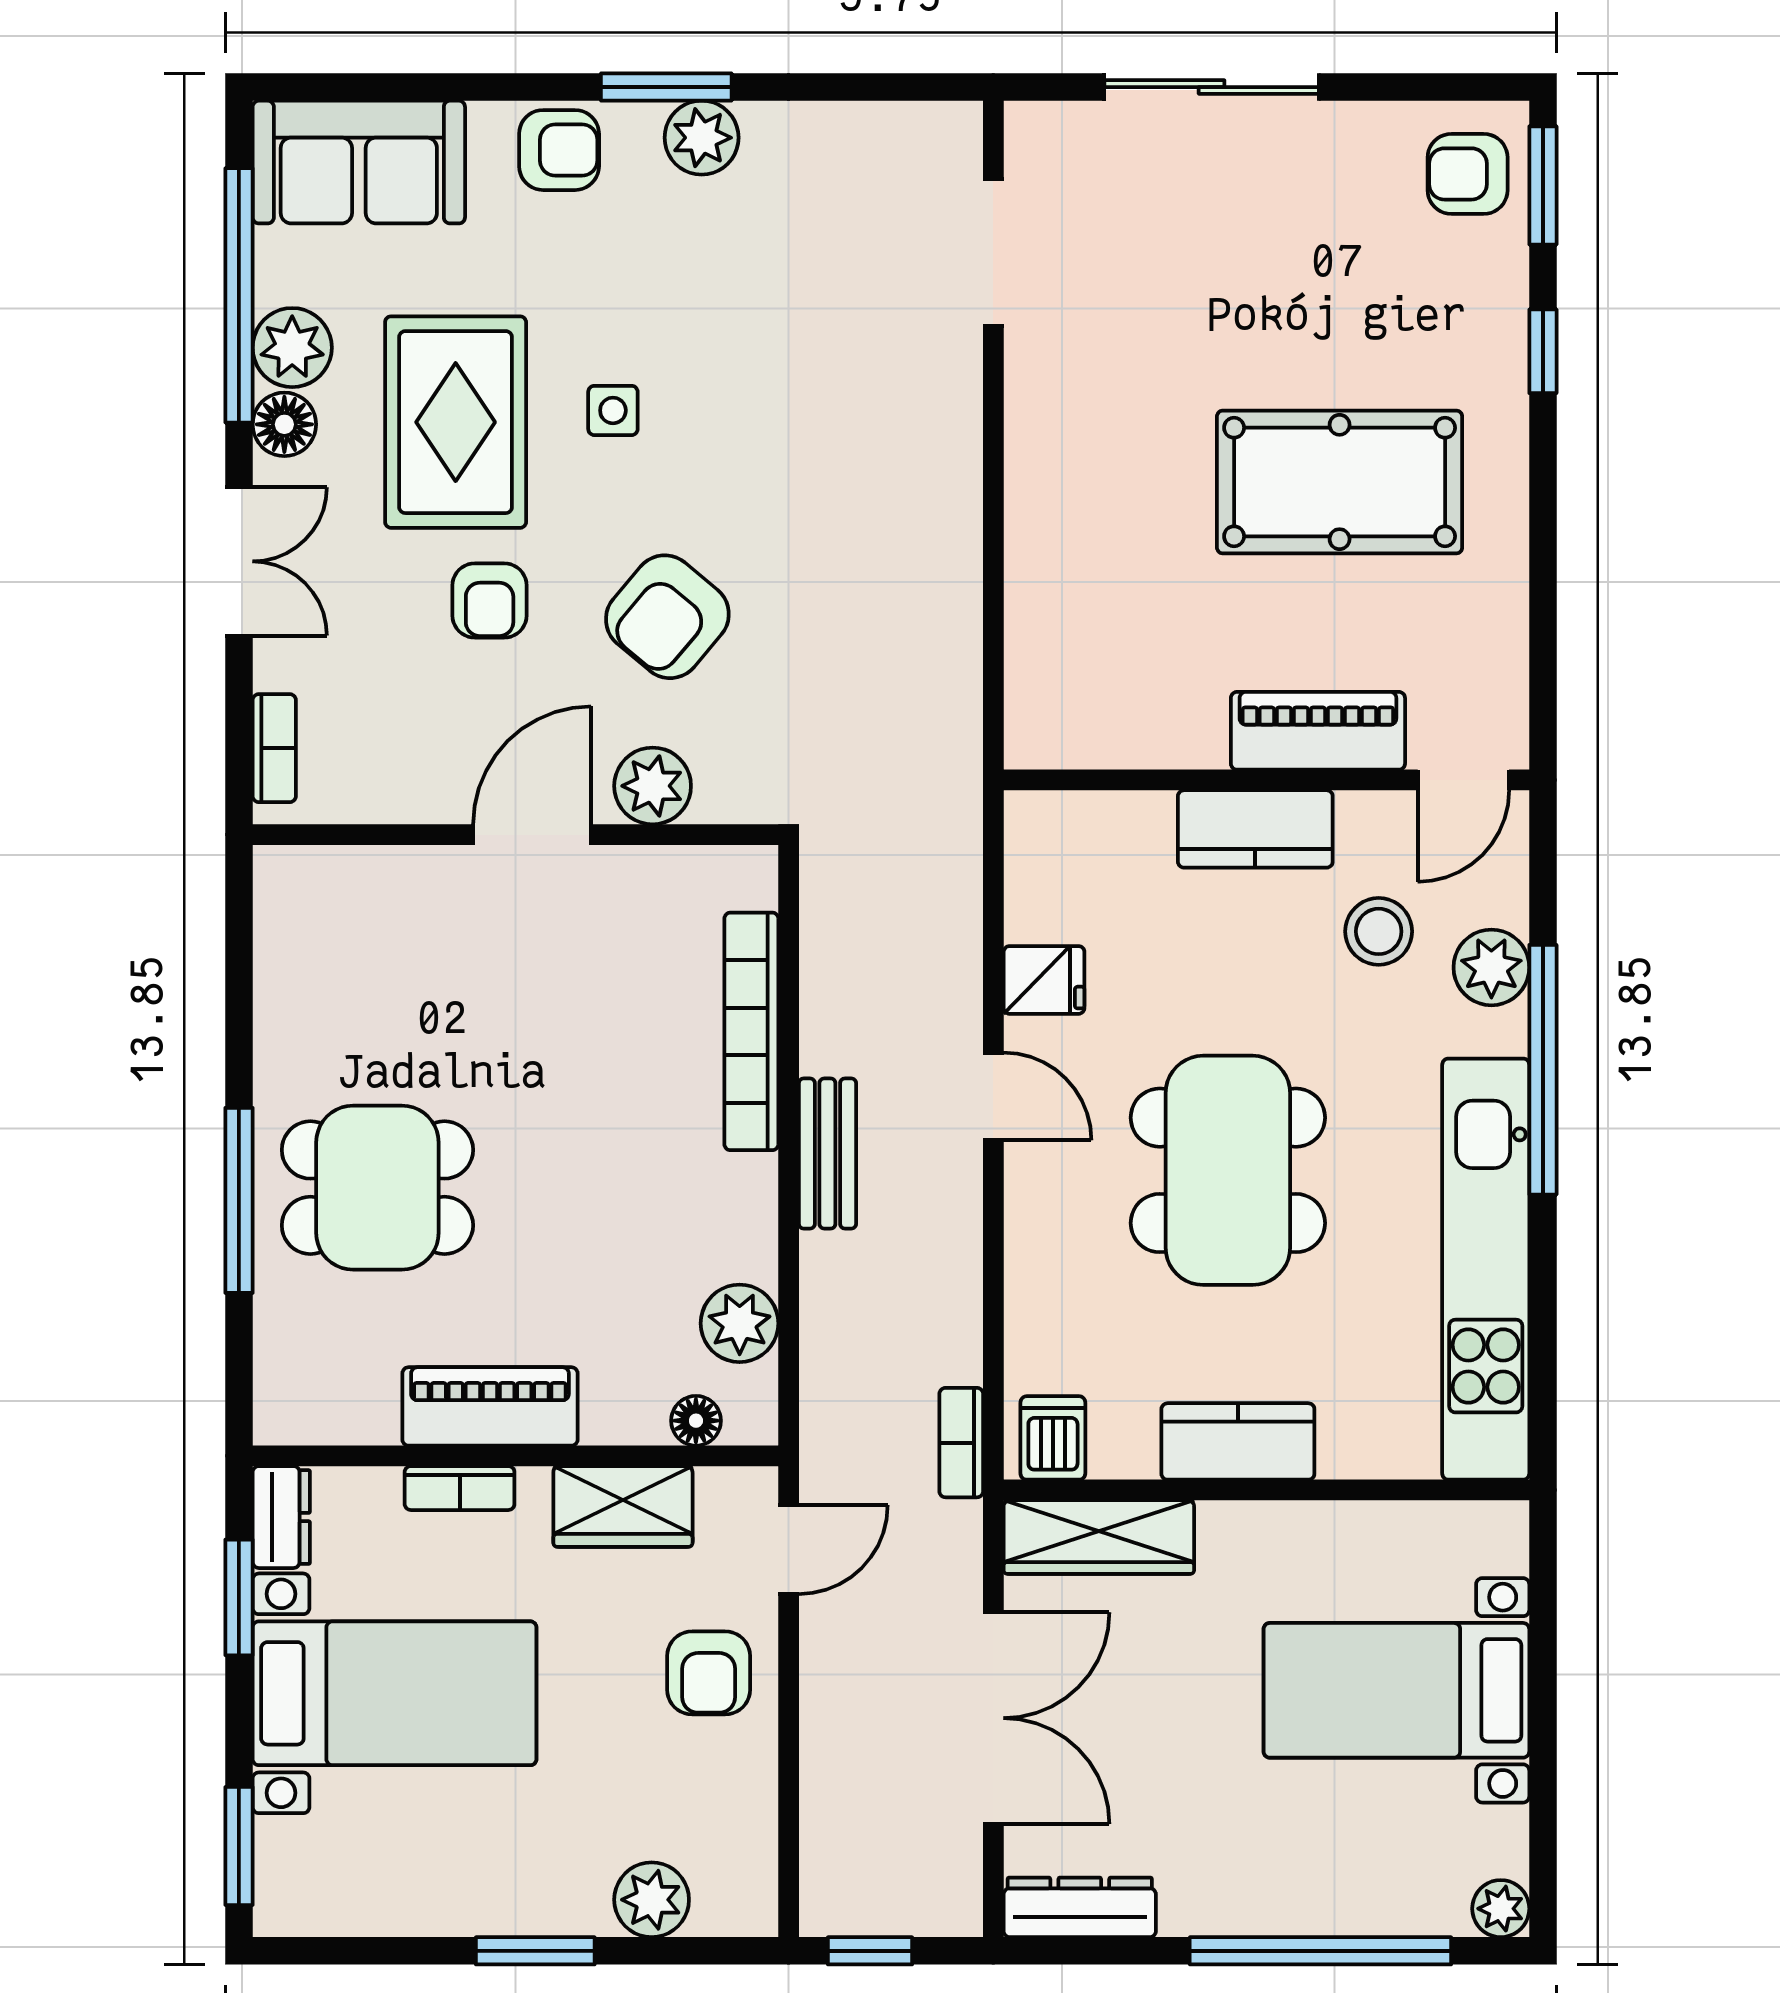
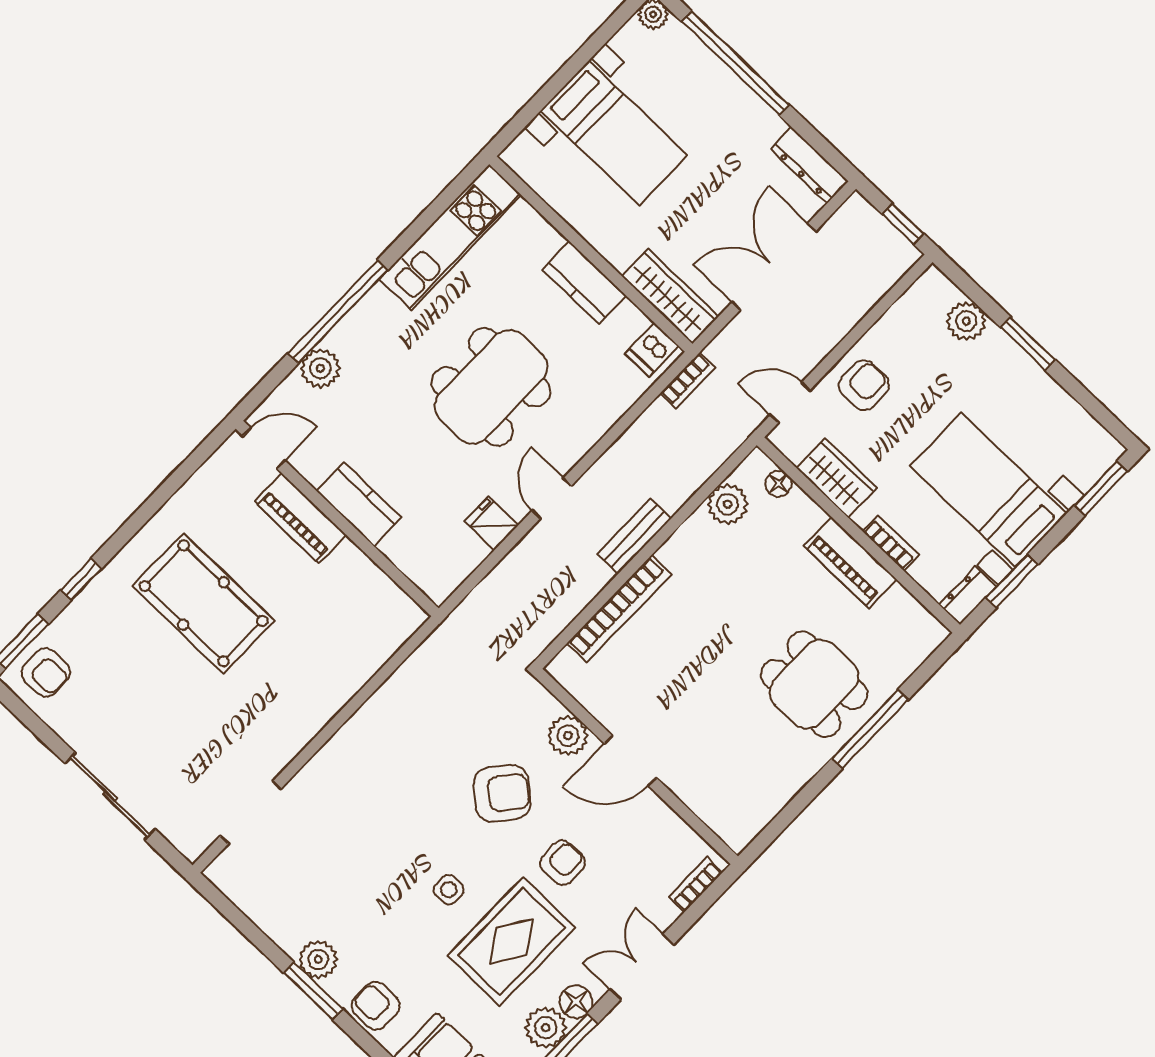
stool: (1379, 931) -> (349, 422), removed
kitchen unit: (1486, 1269) -> (450, 237), width x0.73

